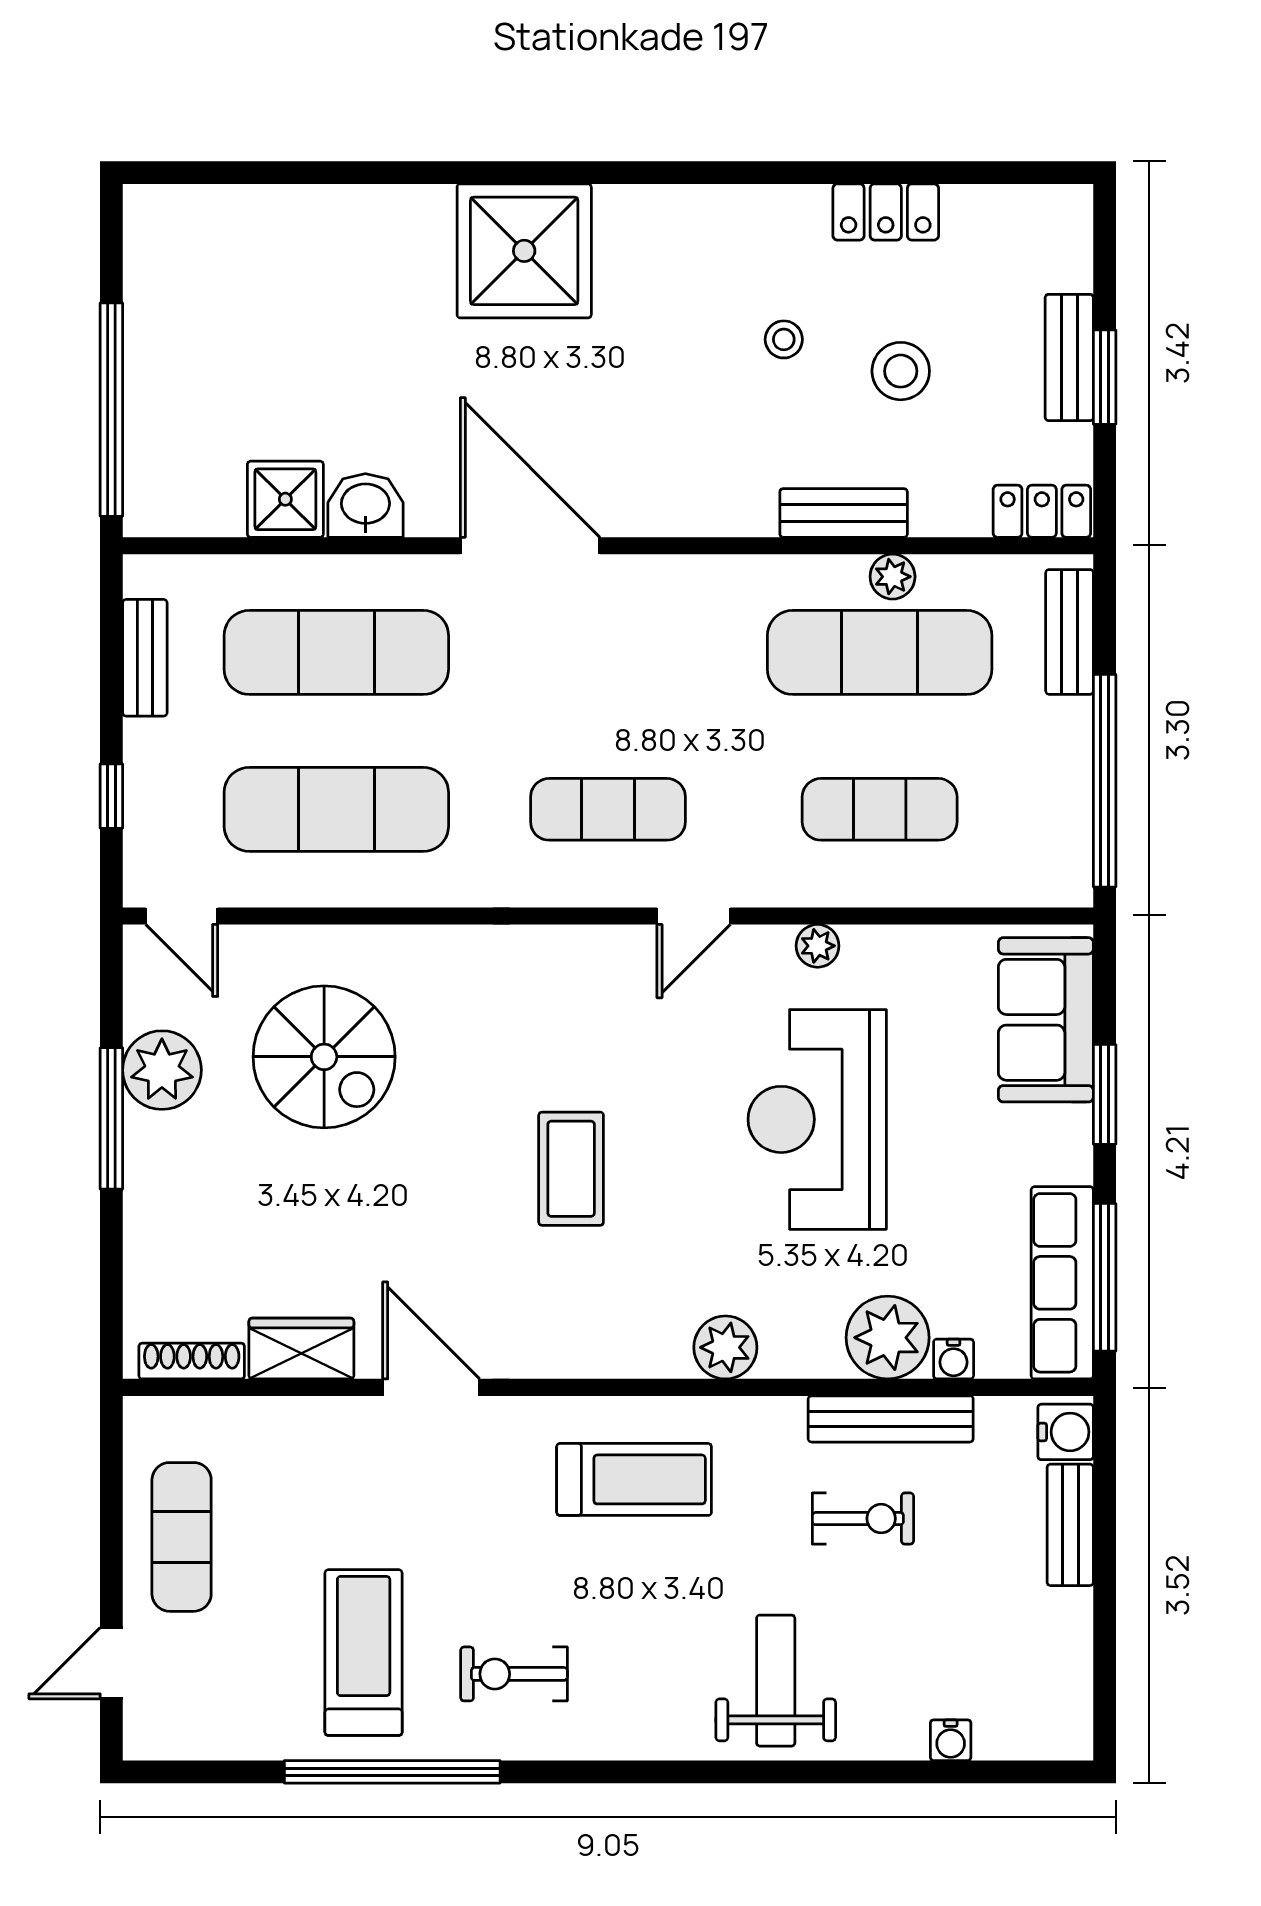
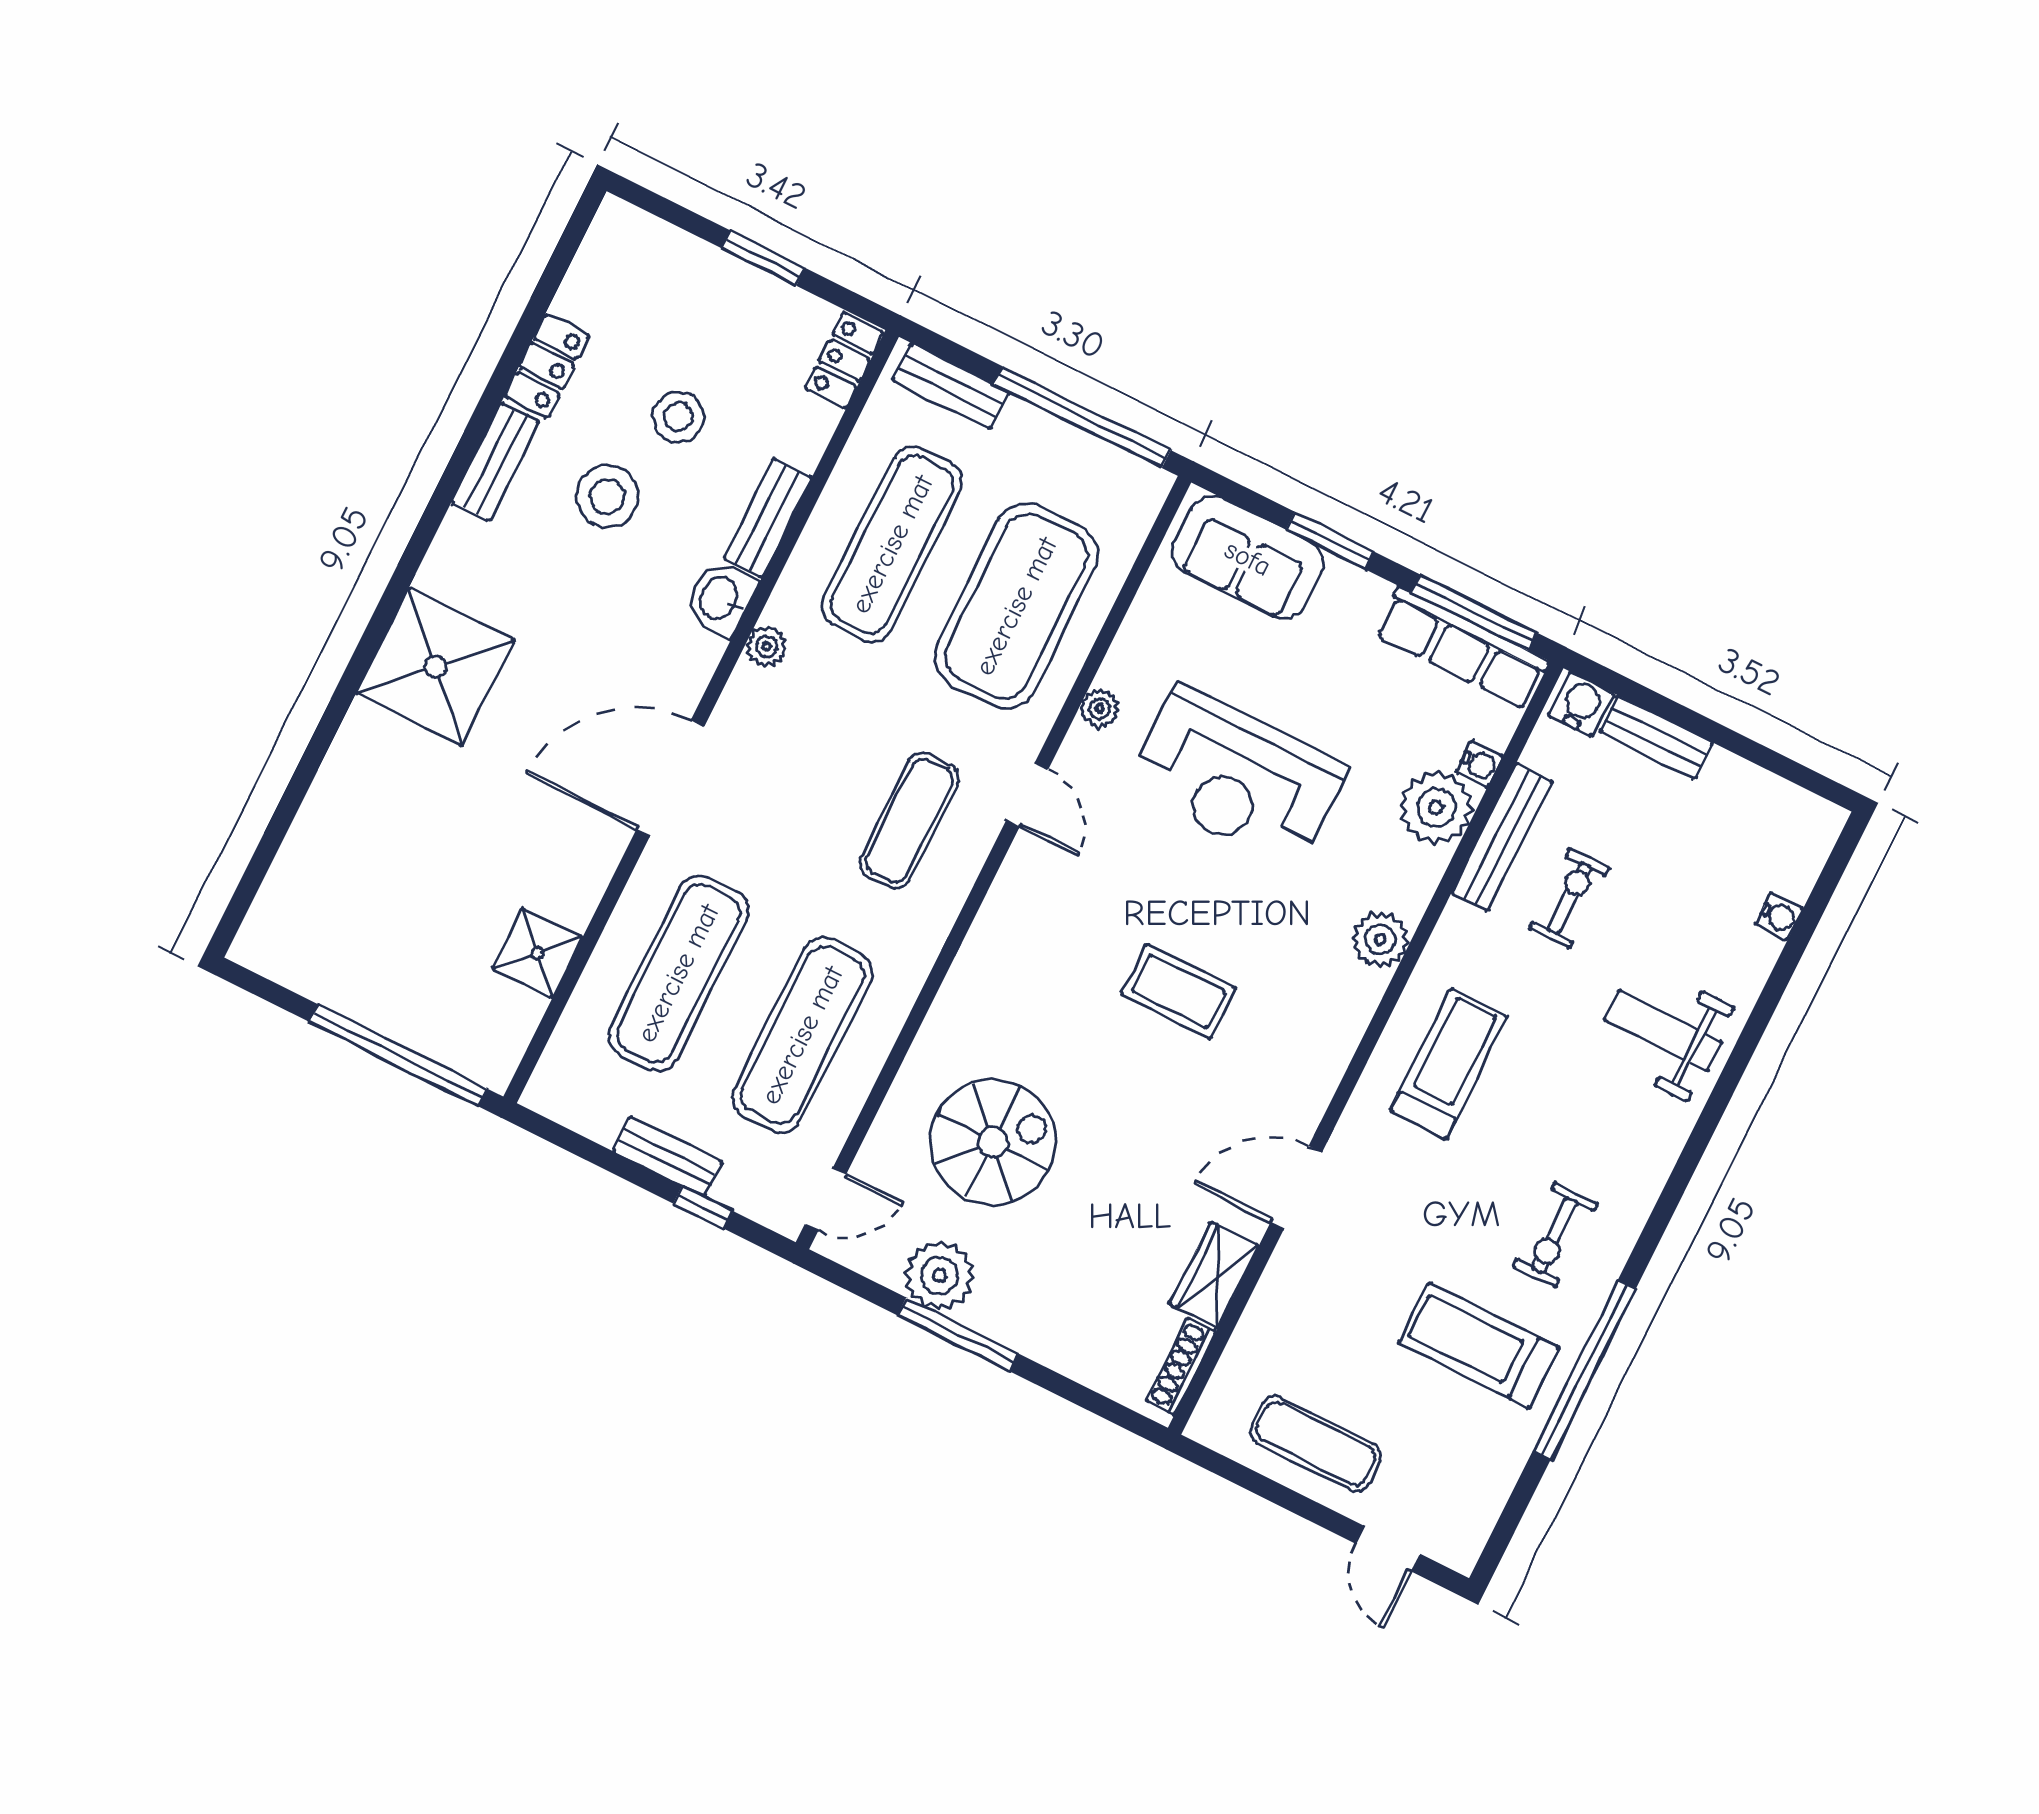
stool: (784, 339) -> (607, 497), width x1.89, depth x1.89
bench: (1069, 357) -> (495, 462), moved, turned 90
washbasin: (365, 505) -> (720, 598), moved
plant: (893, 577) -> (767, 646), moved
bench: (145, 658) -> (667, 1156), moved
exercise mat: (880, 809) -> (1016, 606), width x2.00, depth x1.45

